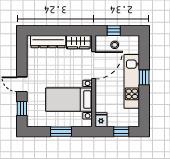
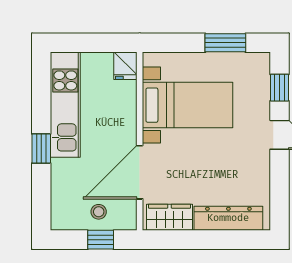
kitchen unit: (132, 81) -> (65, 105), moved
window: (61, 132) -> (225, 43), moved
window: (121, 132) -> (86, 43), removed

